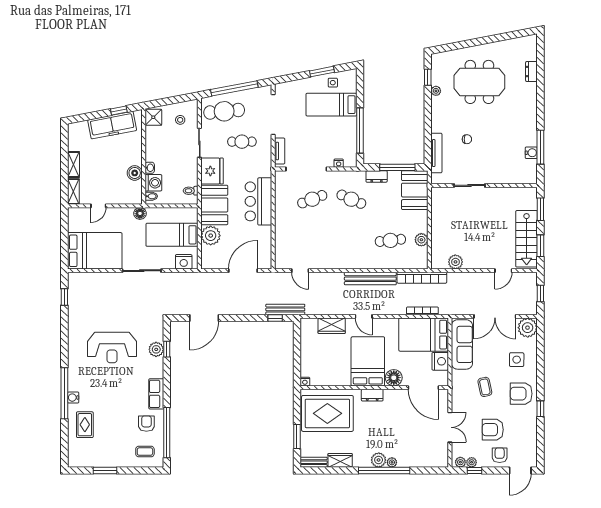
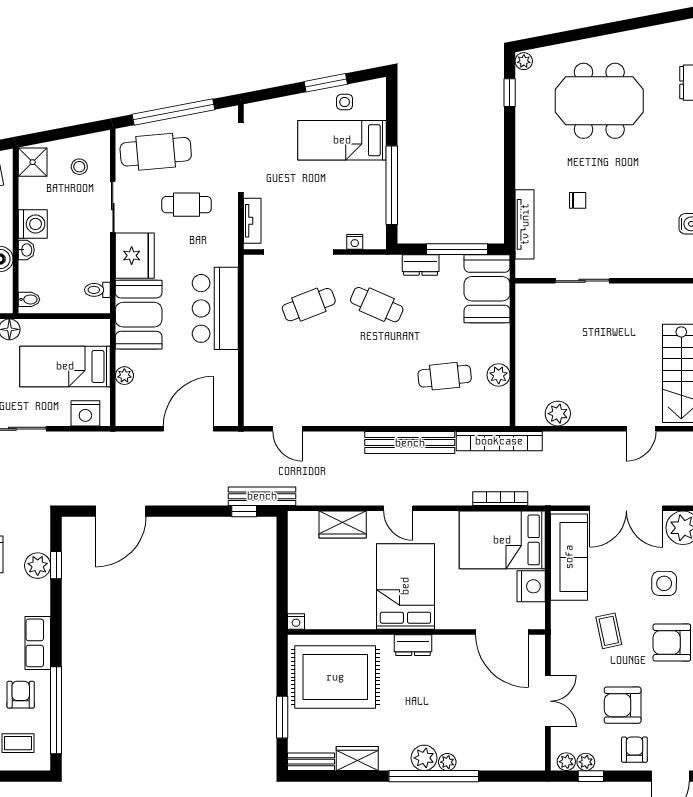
plant: (436, 91) -> (524, 61), moved
washing machine: (153, 183) -> (33, 224), moved
plant: (211, 236) -> (124, 376), width x0.53, depth x0.53
floor lamp: (394, 378) -> (451, 615), removed

